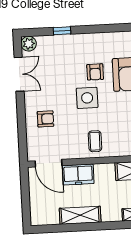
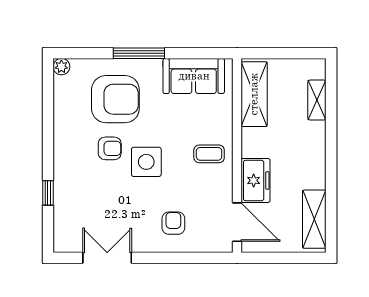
plant: (29, 44) -> (64, 242), removed
door: (49, 163) -> (237, 222), hinge flipped
shelving: (80, 215) -> (314, 219), moved

